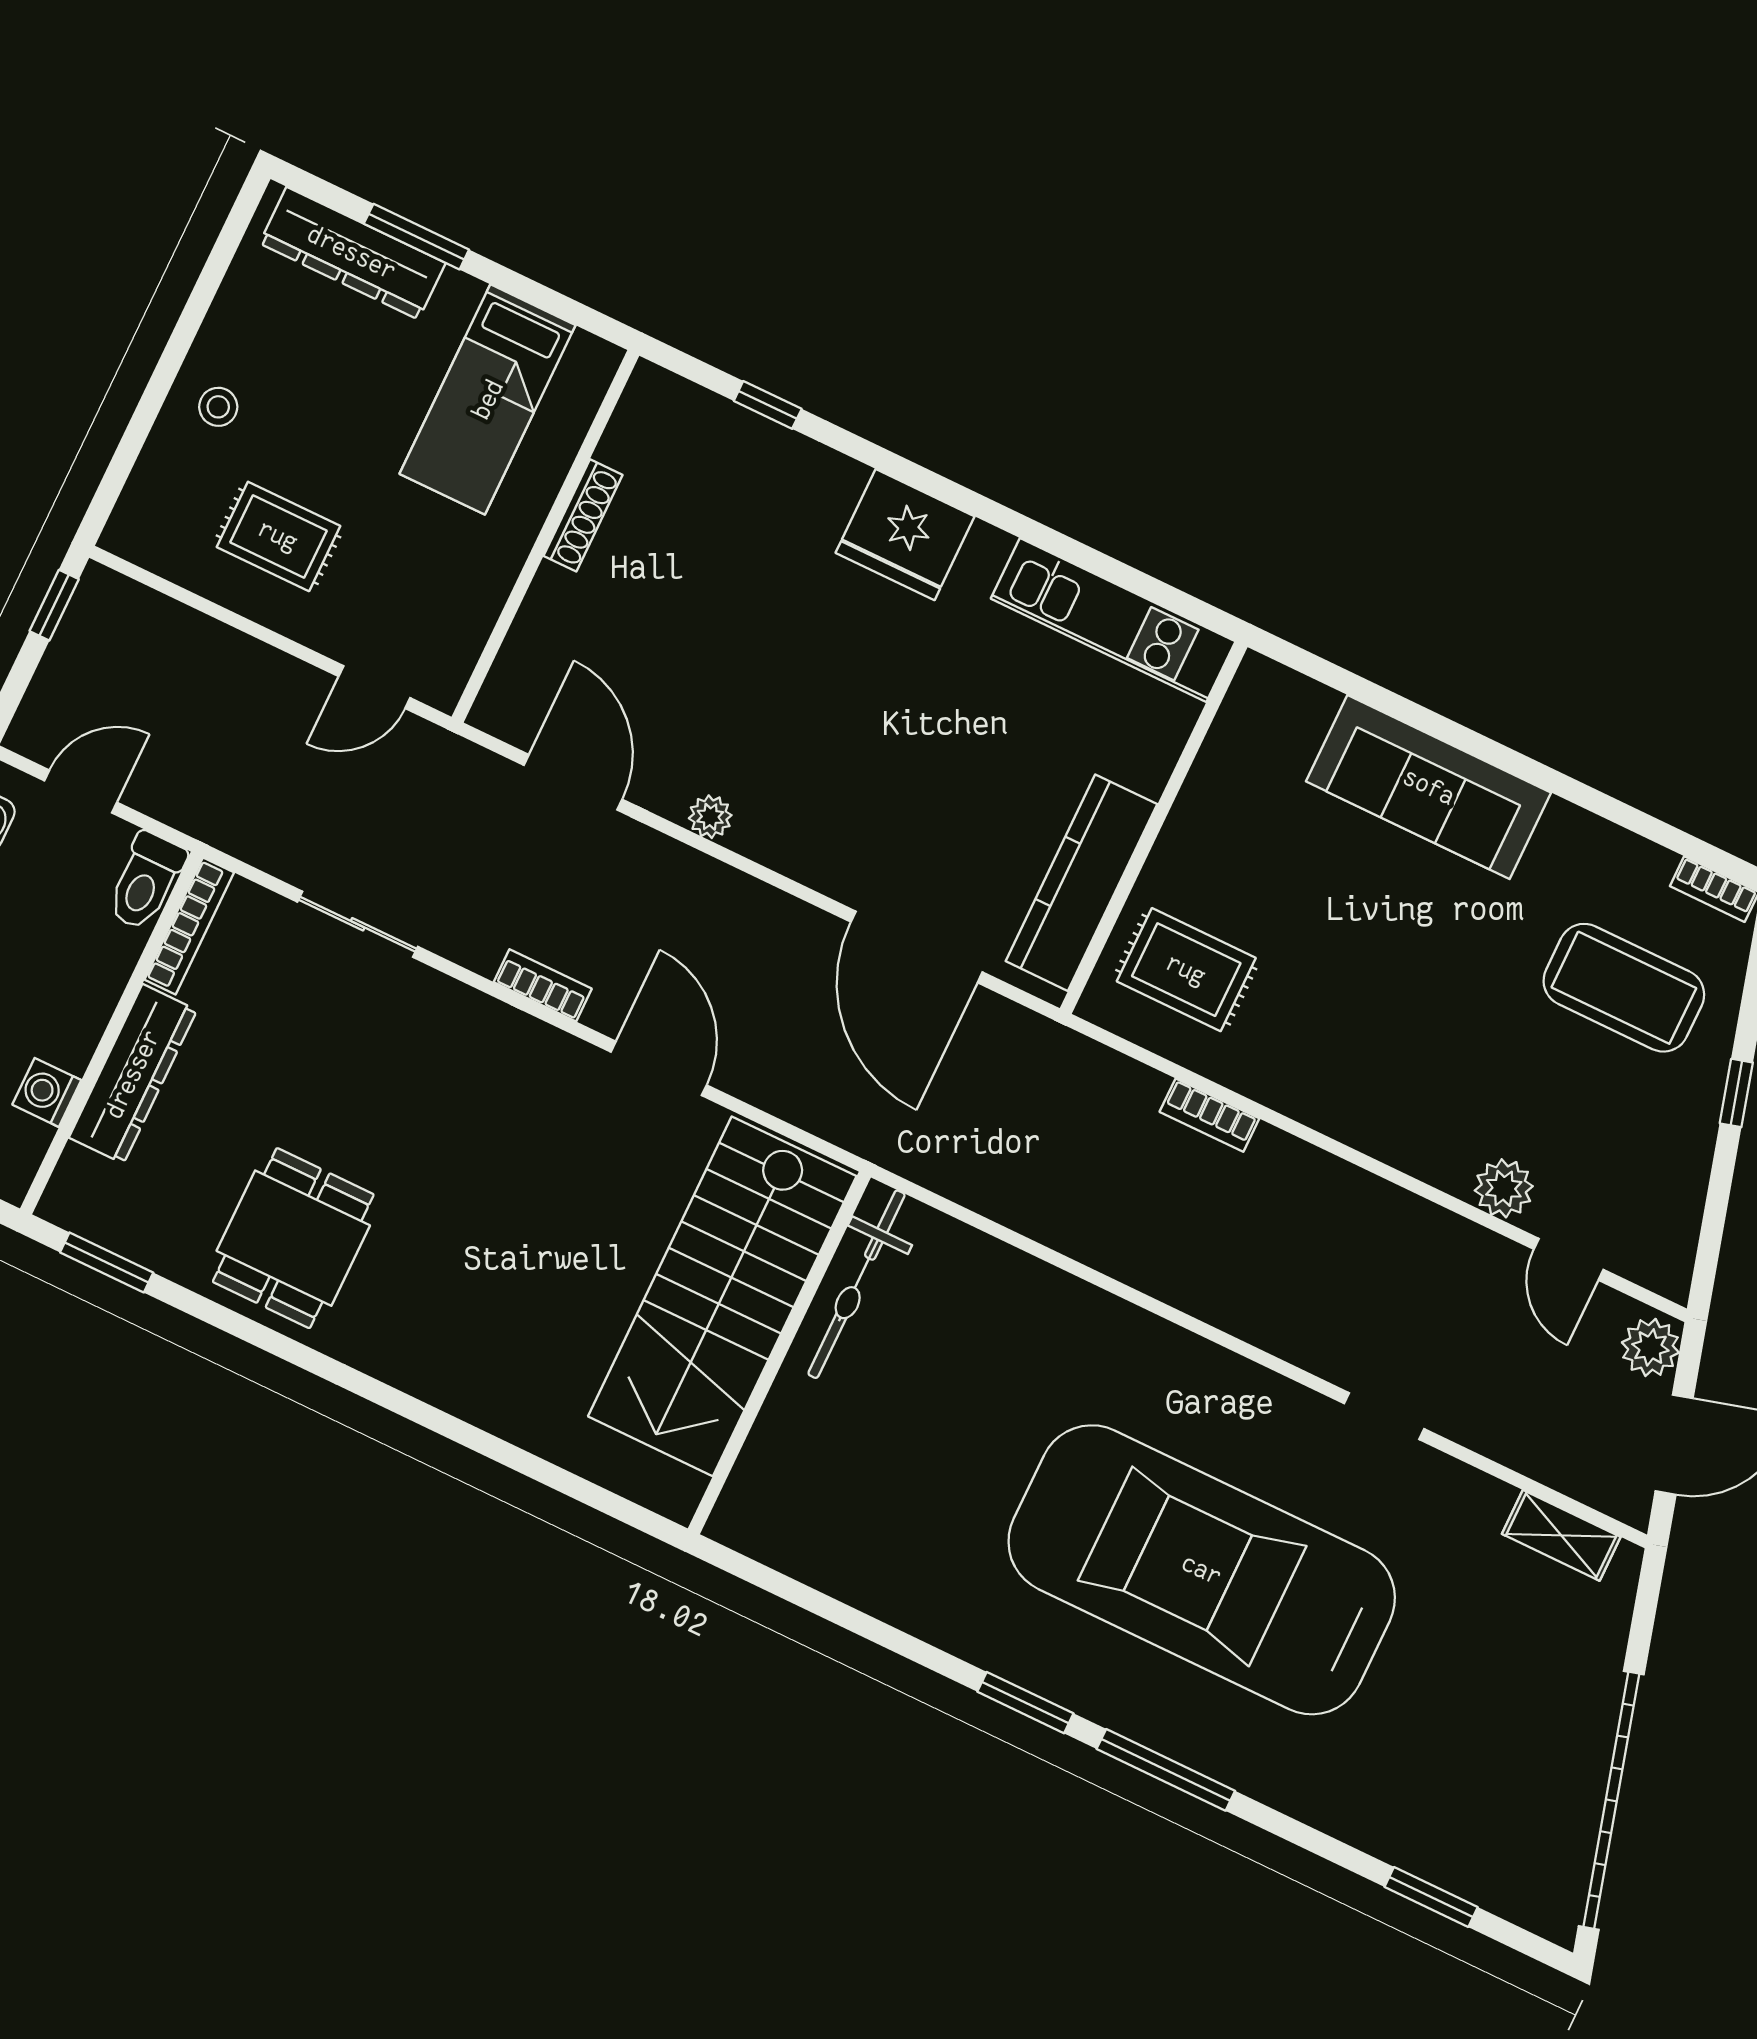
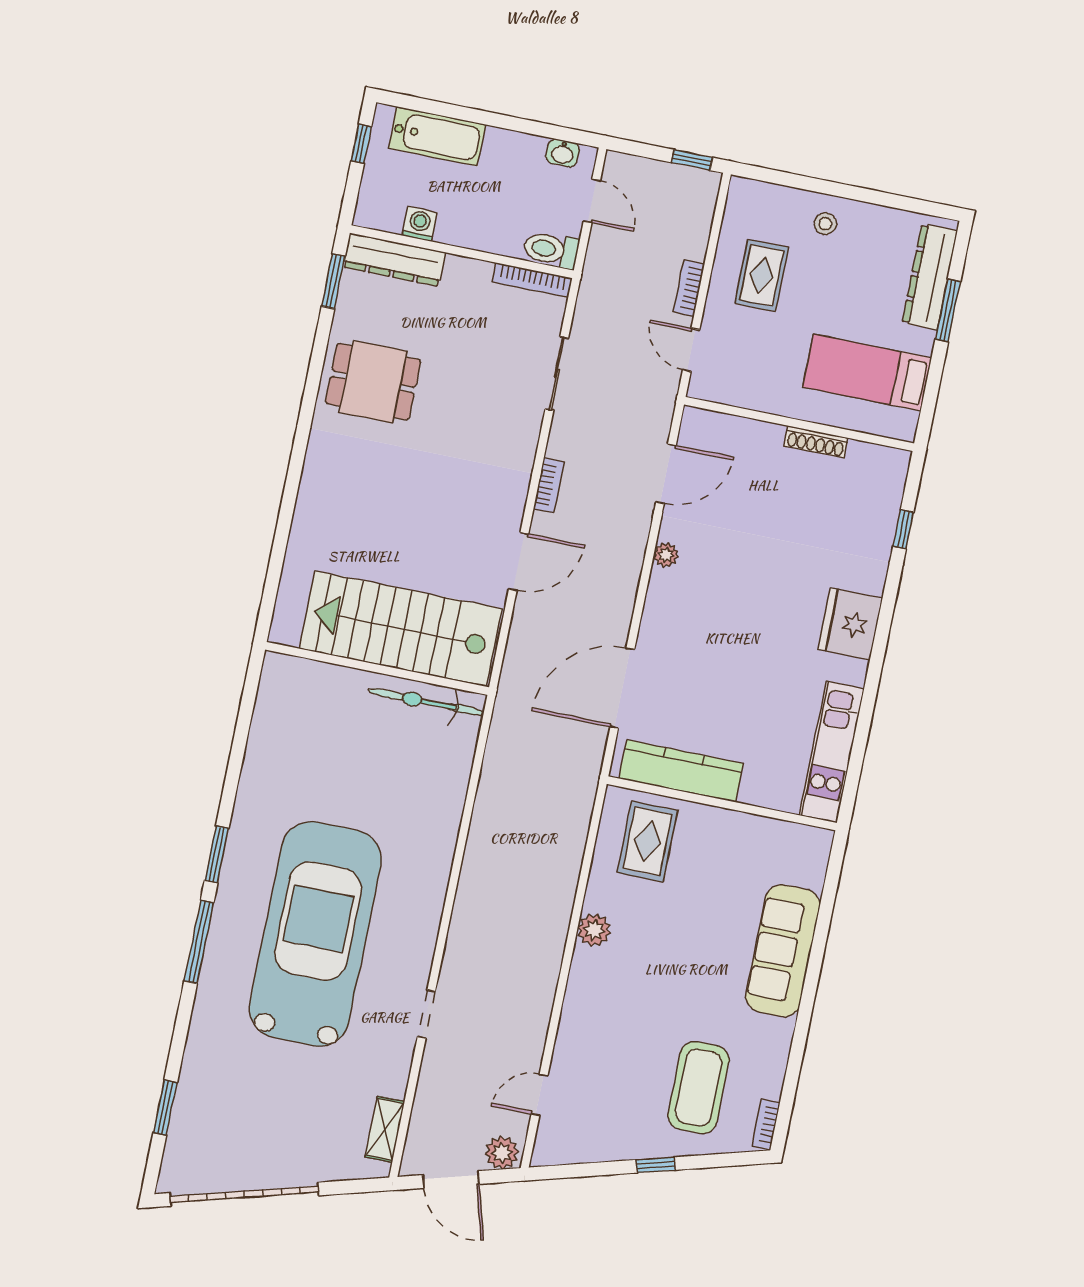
dresser: (133, 1074) -> (394, 260), moved
bookcase: (1209, 1115) -> (689, 288), moved
plant: (1504, 1188) -> (594, 930), moved

